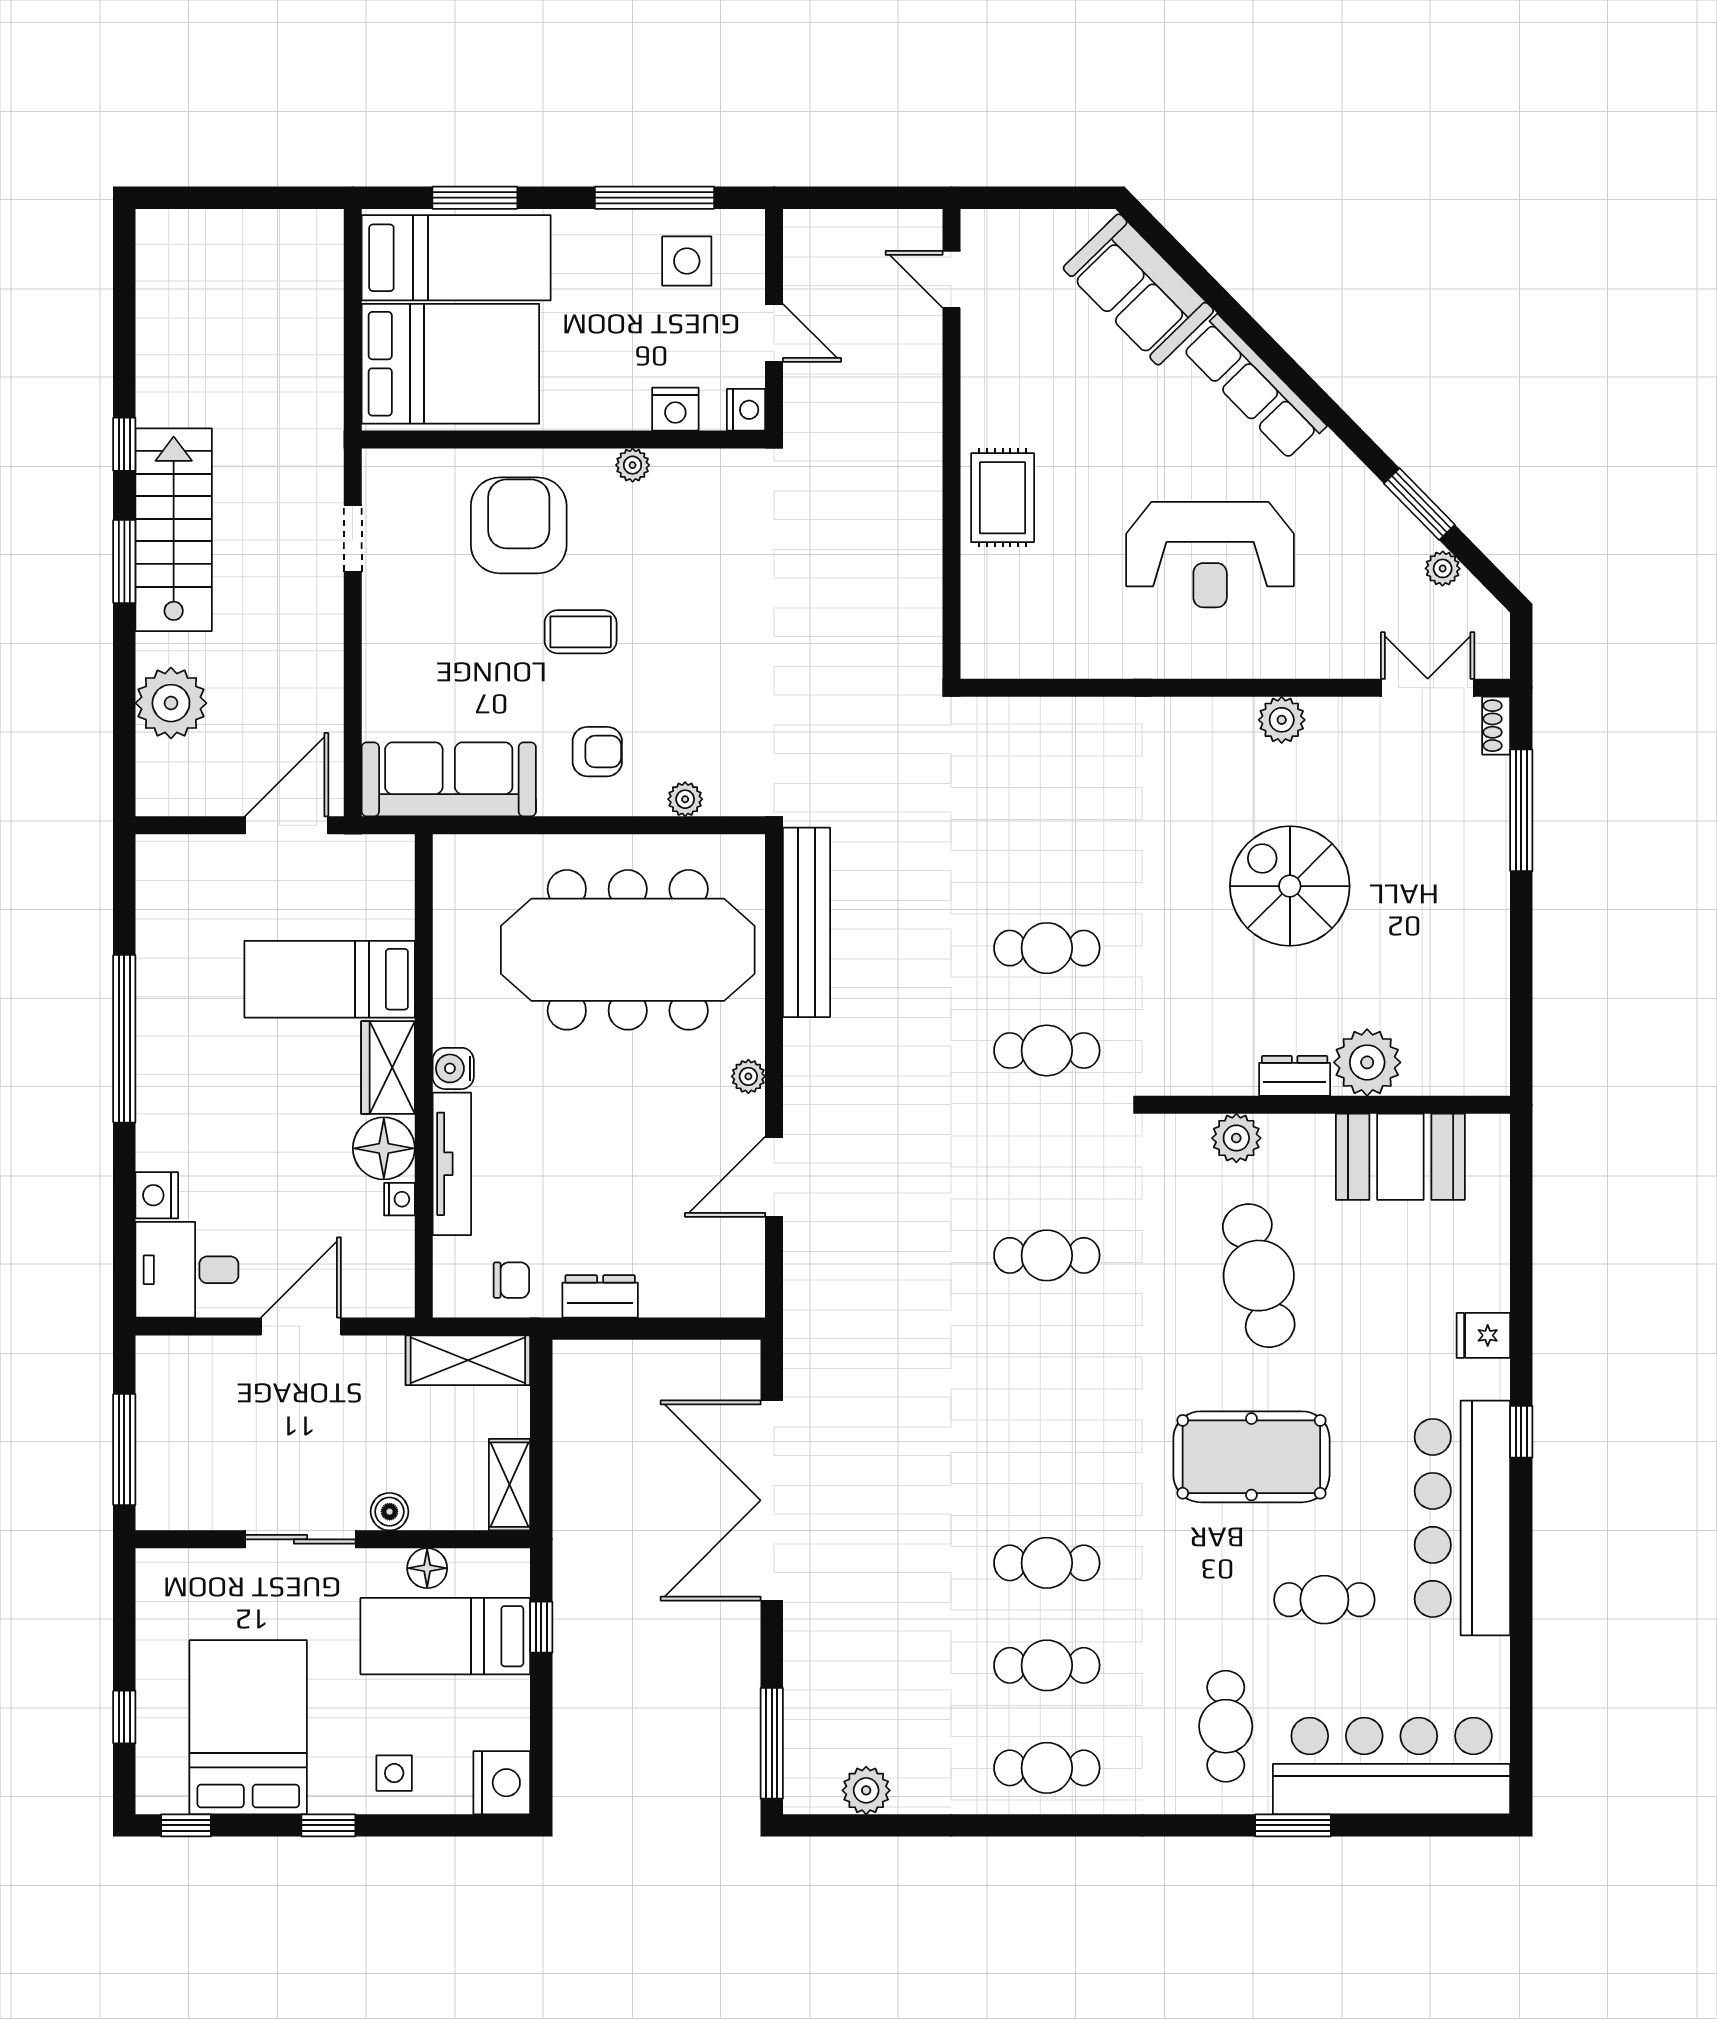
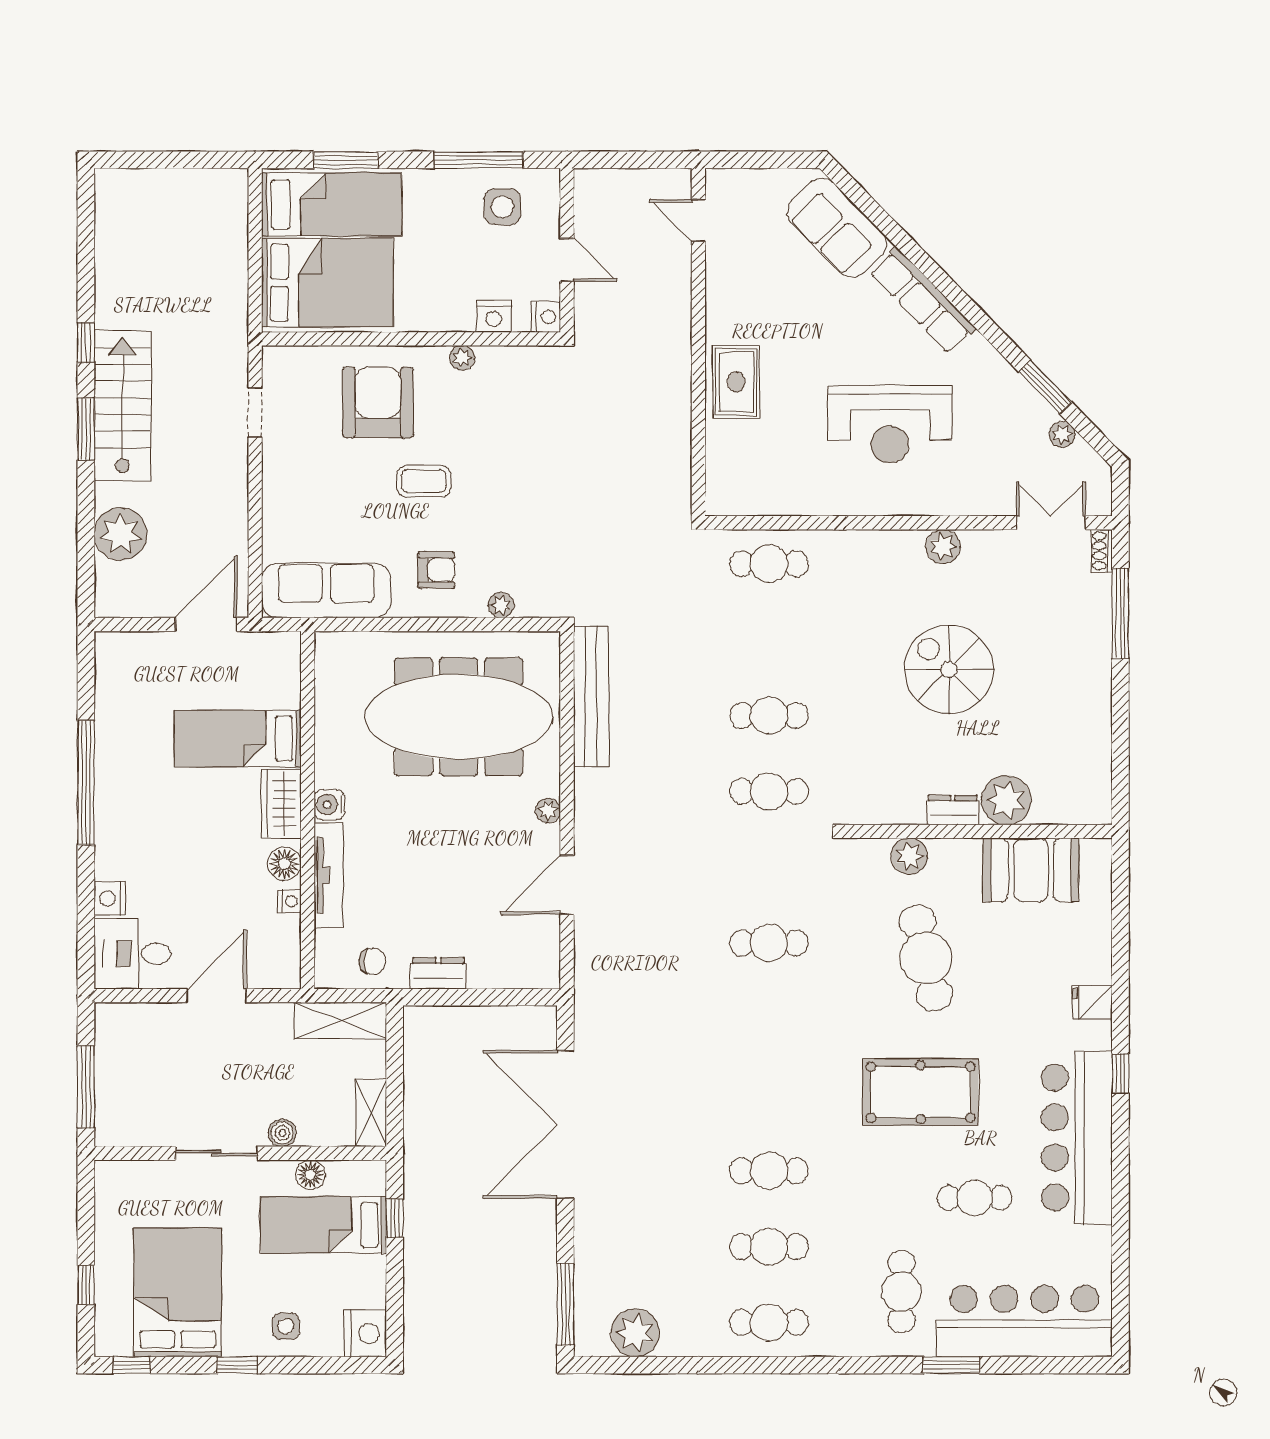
cafe table: (1047, 743) -> (769, 564), added
floor lamp: (384, 1148) -> (284, 864), width x0.73, depth x0.73
plant: (866, 1790) -> (635, 1333), width x1.36, depth x1.36

